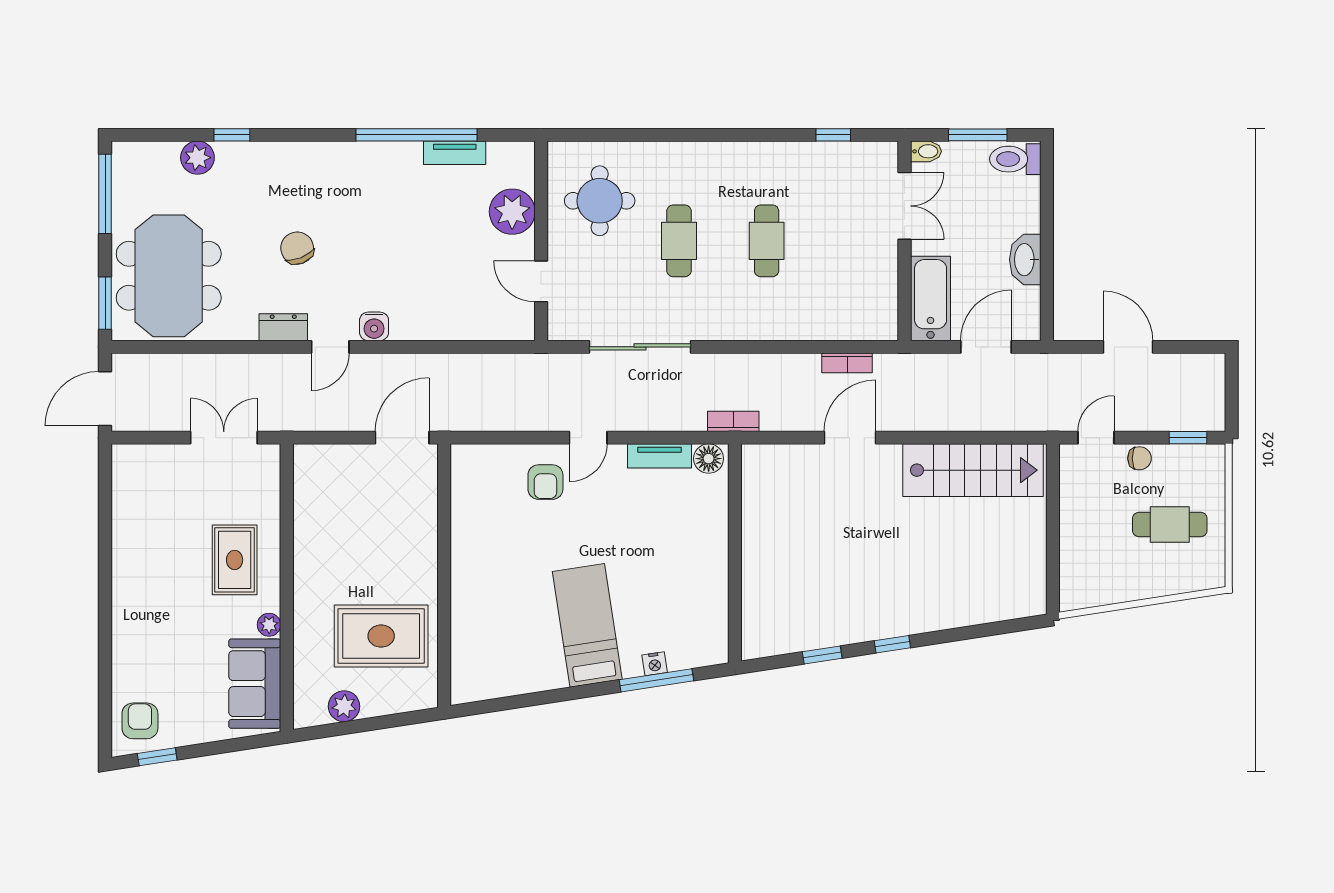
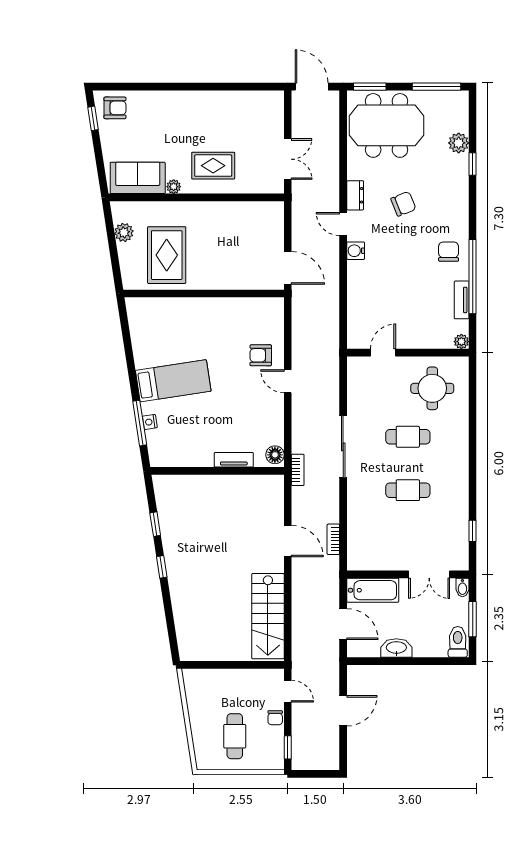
chair: (375, 174) -> (449, 252), added
plant: (512, 212) -> (461, 342), moved, width x0.53, depth x0.53
sliding door: (640, 347) -> (343, 447), moved
tv unit: (659, 456) -> (234, 460), moved, turned 90

